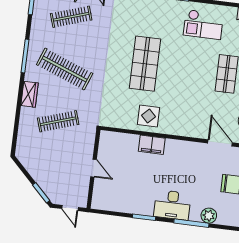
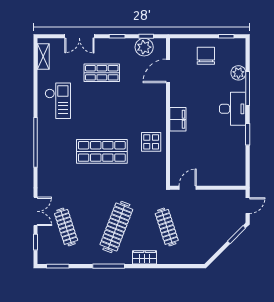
filing cabinet: (152, 145) -> (178, 119), moved
door: (94, 168) -> (188, 188), moved

